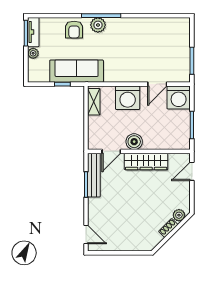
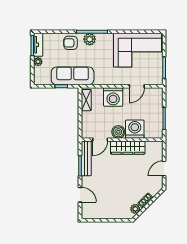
armchair: (74, 30) -> (71, 43), turned 90
corner sofa: (158, 39) -> (137, 50), added
washing machine: (179, 97) -> (135, 129), moved, turned 180
door: (192, 171) -> (164, 168), moved
plant: (179, 215) -> (135, 209), moved
door: (86, 235) -> (80, 195), moved

